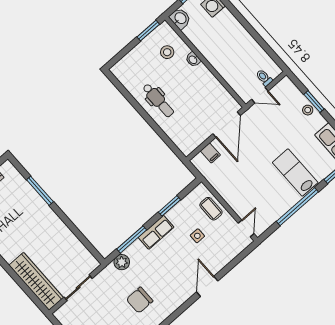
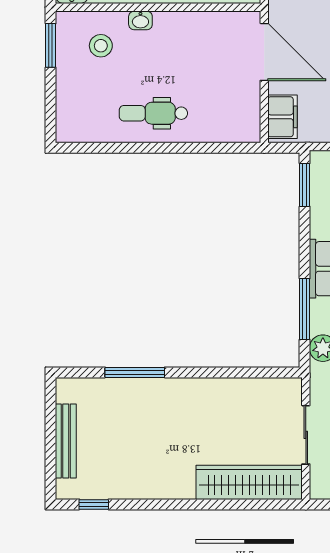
dental chair: (158, 100) -> (153, 113), turned 180
filing cabinet: (210, 153) -> (283, 117), width x2.00
window: (169, 206) -> (305, 185), moved

